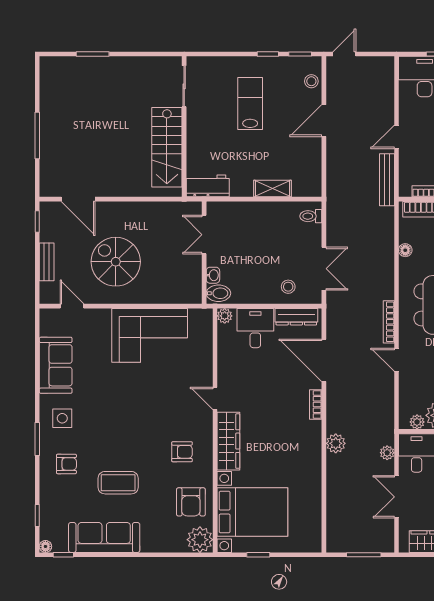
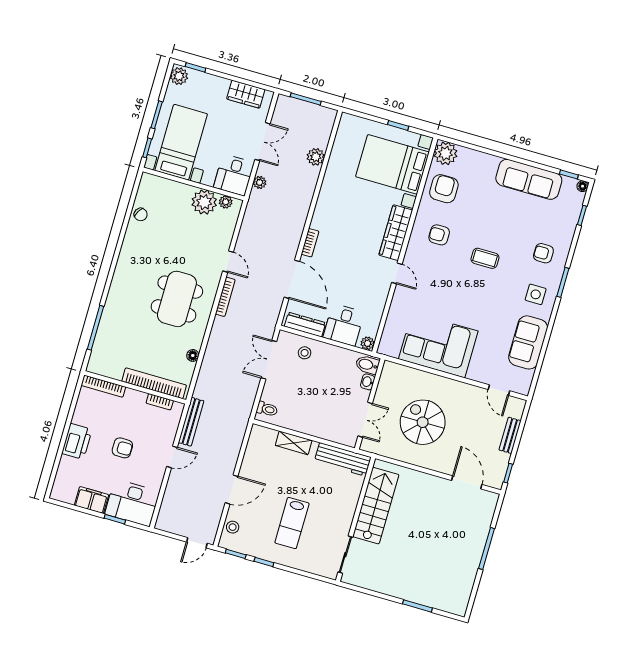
workbench: (208, 186) -> (343, 459), width x1.37
spiral stairs: (116, 262) -> (423, 422), moved, turned 180
plant: (336, 443) -> (316, 157), moved
coffee table: (118, 483) -> (485, 258), moved, width x0.73, depth x0.77

